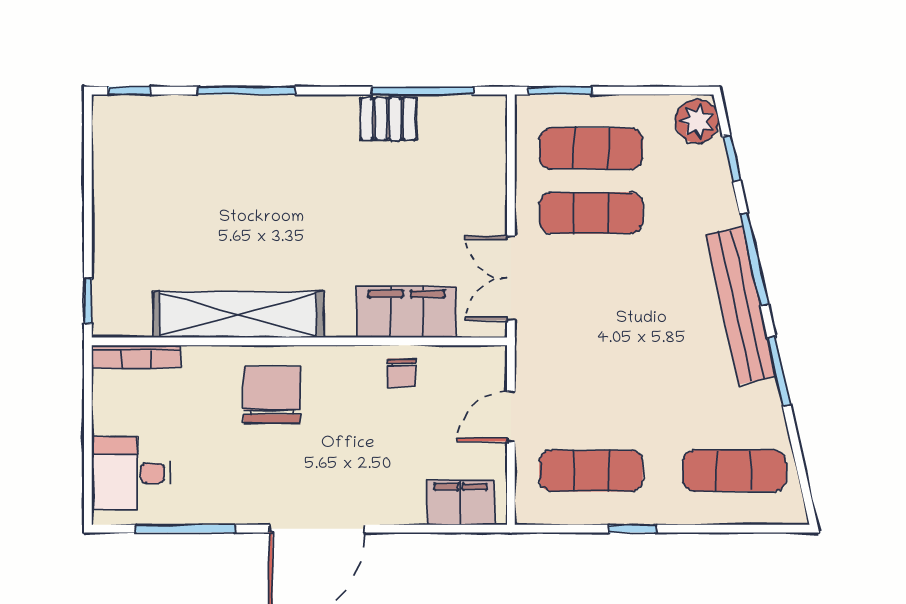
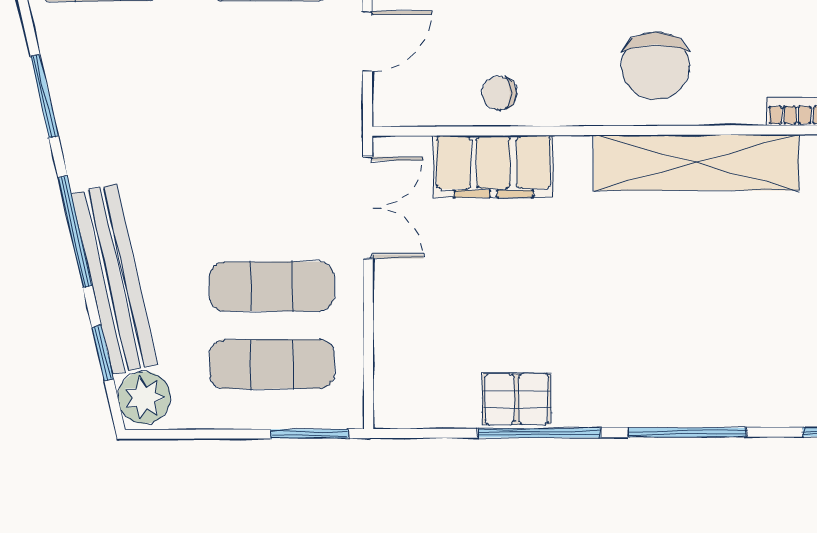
window: (423, 91) -> (539, 433), moved
bench: (741, 305) -> (114, 279), moved
chair: (402, 373) -> (499, 93), turned -90

